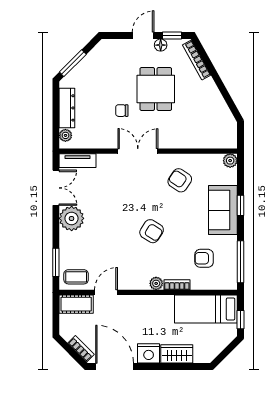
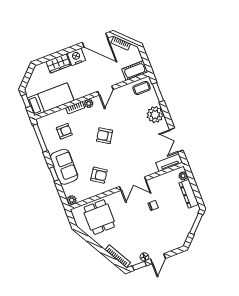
dining table: (156, 89) -> (99, 217), moved
plant: (72, 218) -> (155, 115), moved
door: (106, 292) -> (105, 90), moved

